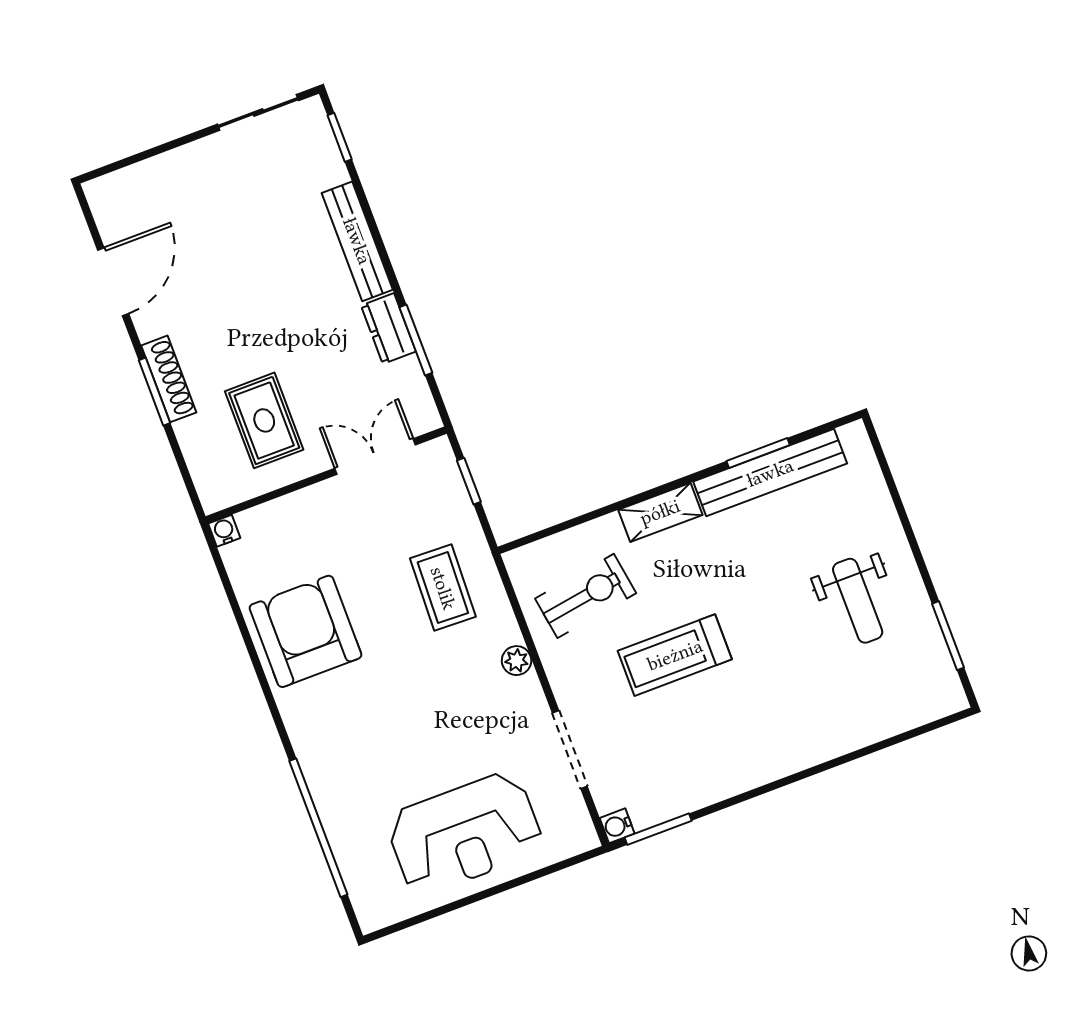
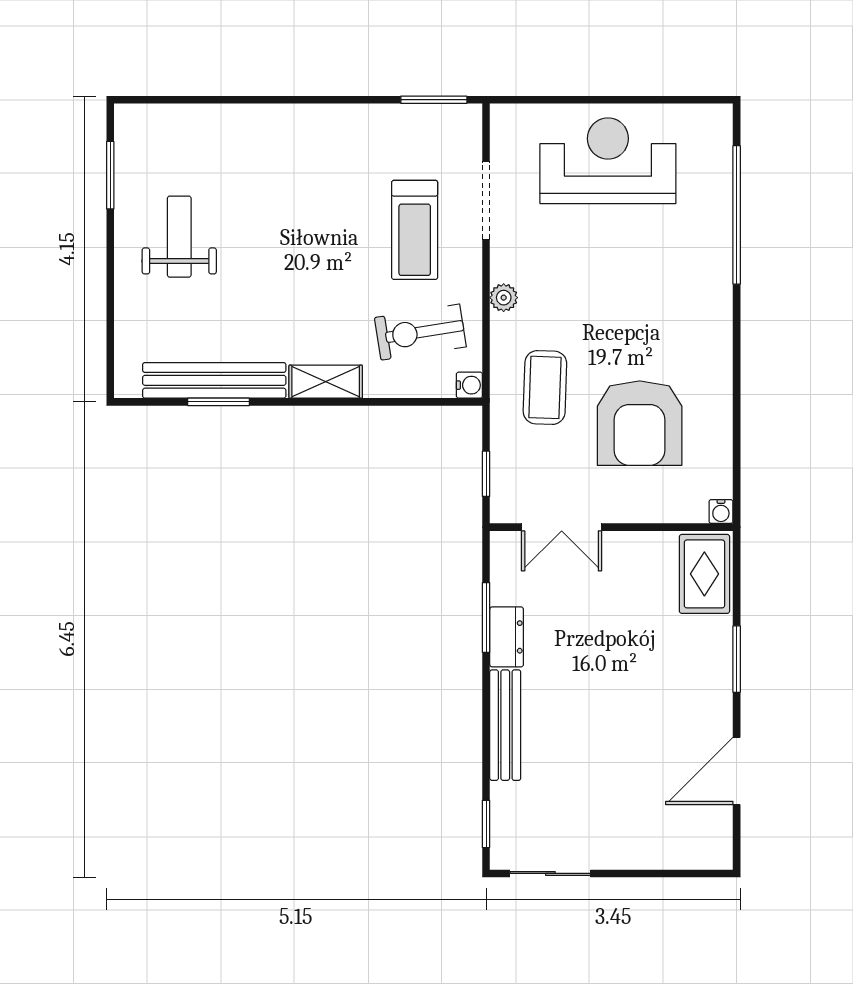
shoe rack: (169, 379) -> (720, 666), removed
rug: (264, 420) -> (704, 574), moved
armchair: (305, 631) -> (640, 423), moved
treadmill: (675, 655) -> (415, 230), moved, turned 90
water cooler: (617, 826) -> (469, 385), moved

